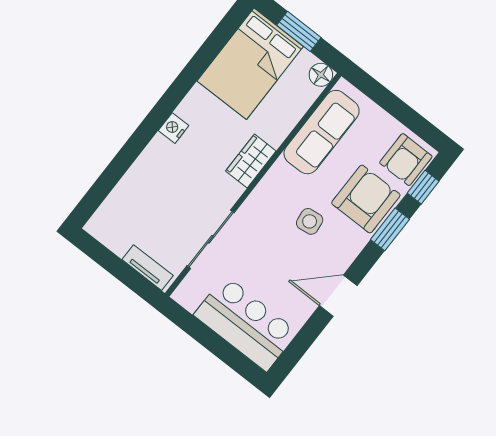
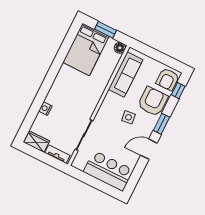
nightstand: (174, 128) -> (45, 108), moved
wardrobe: (251, 161) -> (37, 142), moved, turned 90
window: (390, 229) -> (162, 124), moved

